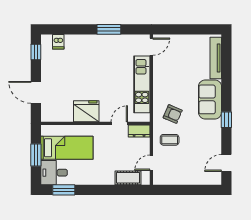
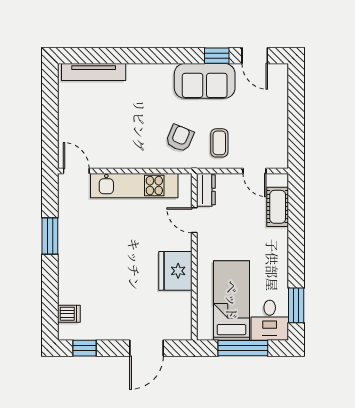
sofa: (210, 99) -> (205, 81), moved
window: (226, 120) -> (217, 56), moved
window: (36, 155) -> (243, 348), width x1.44

